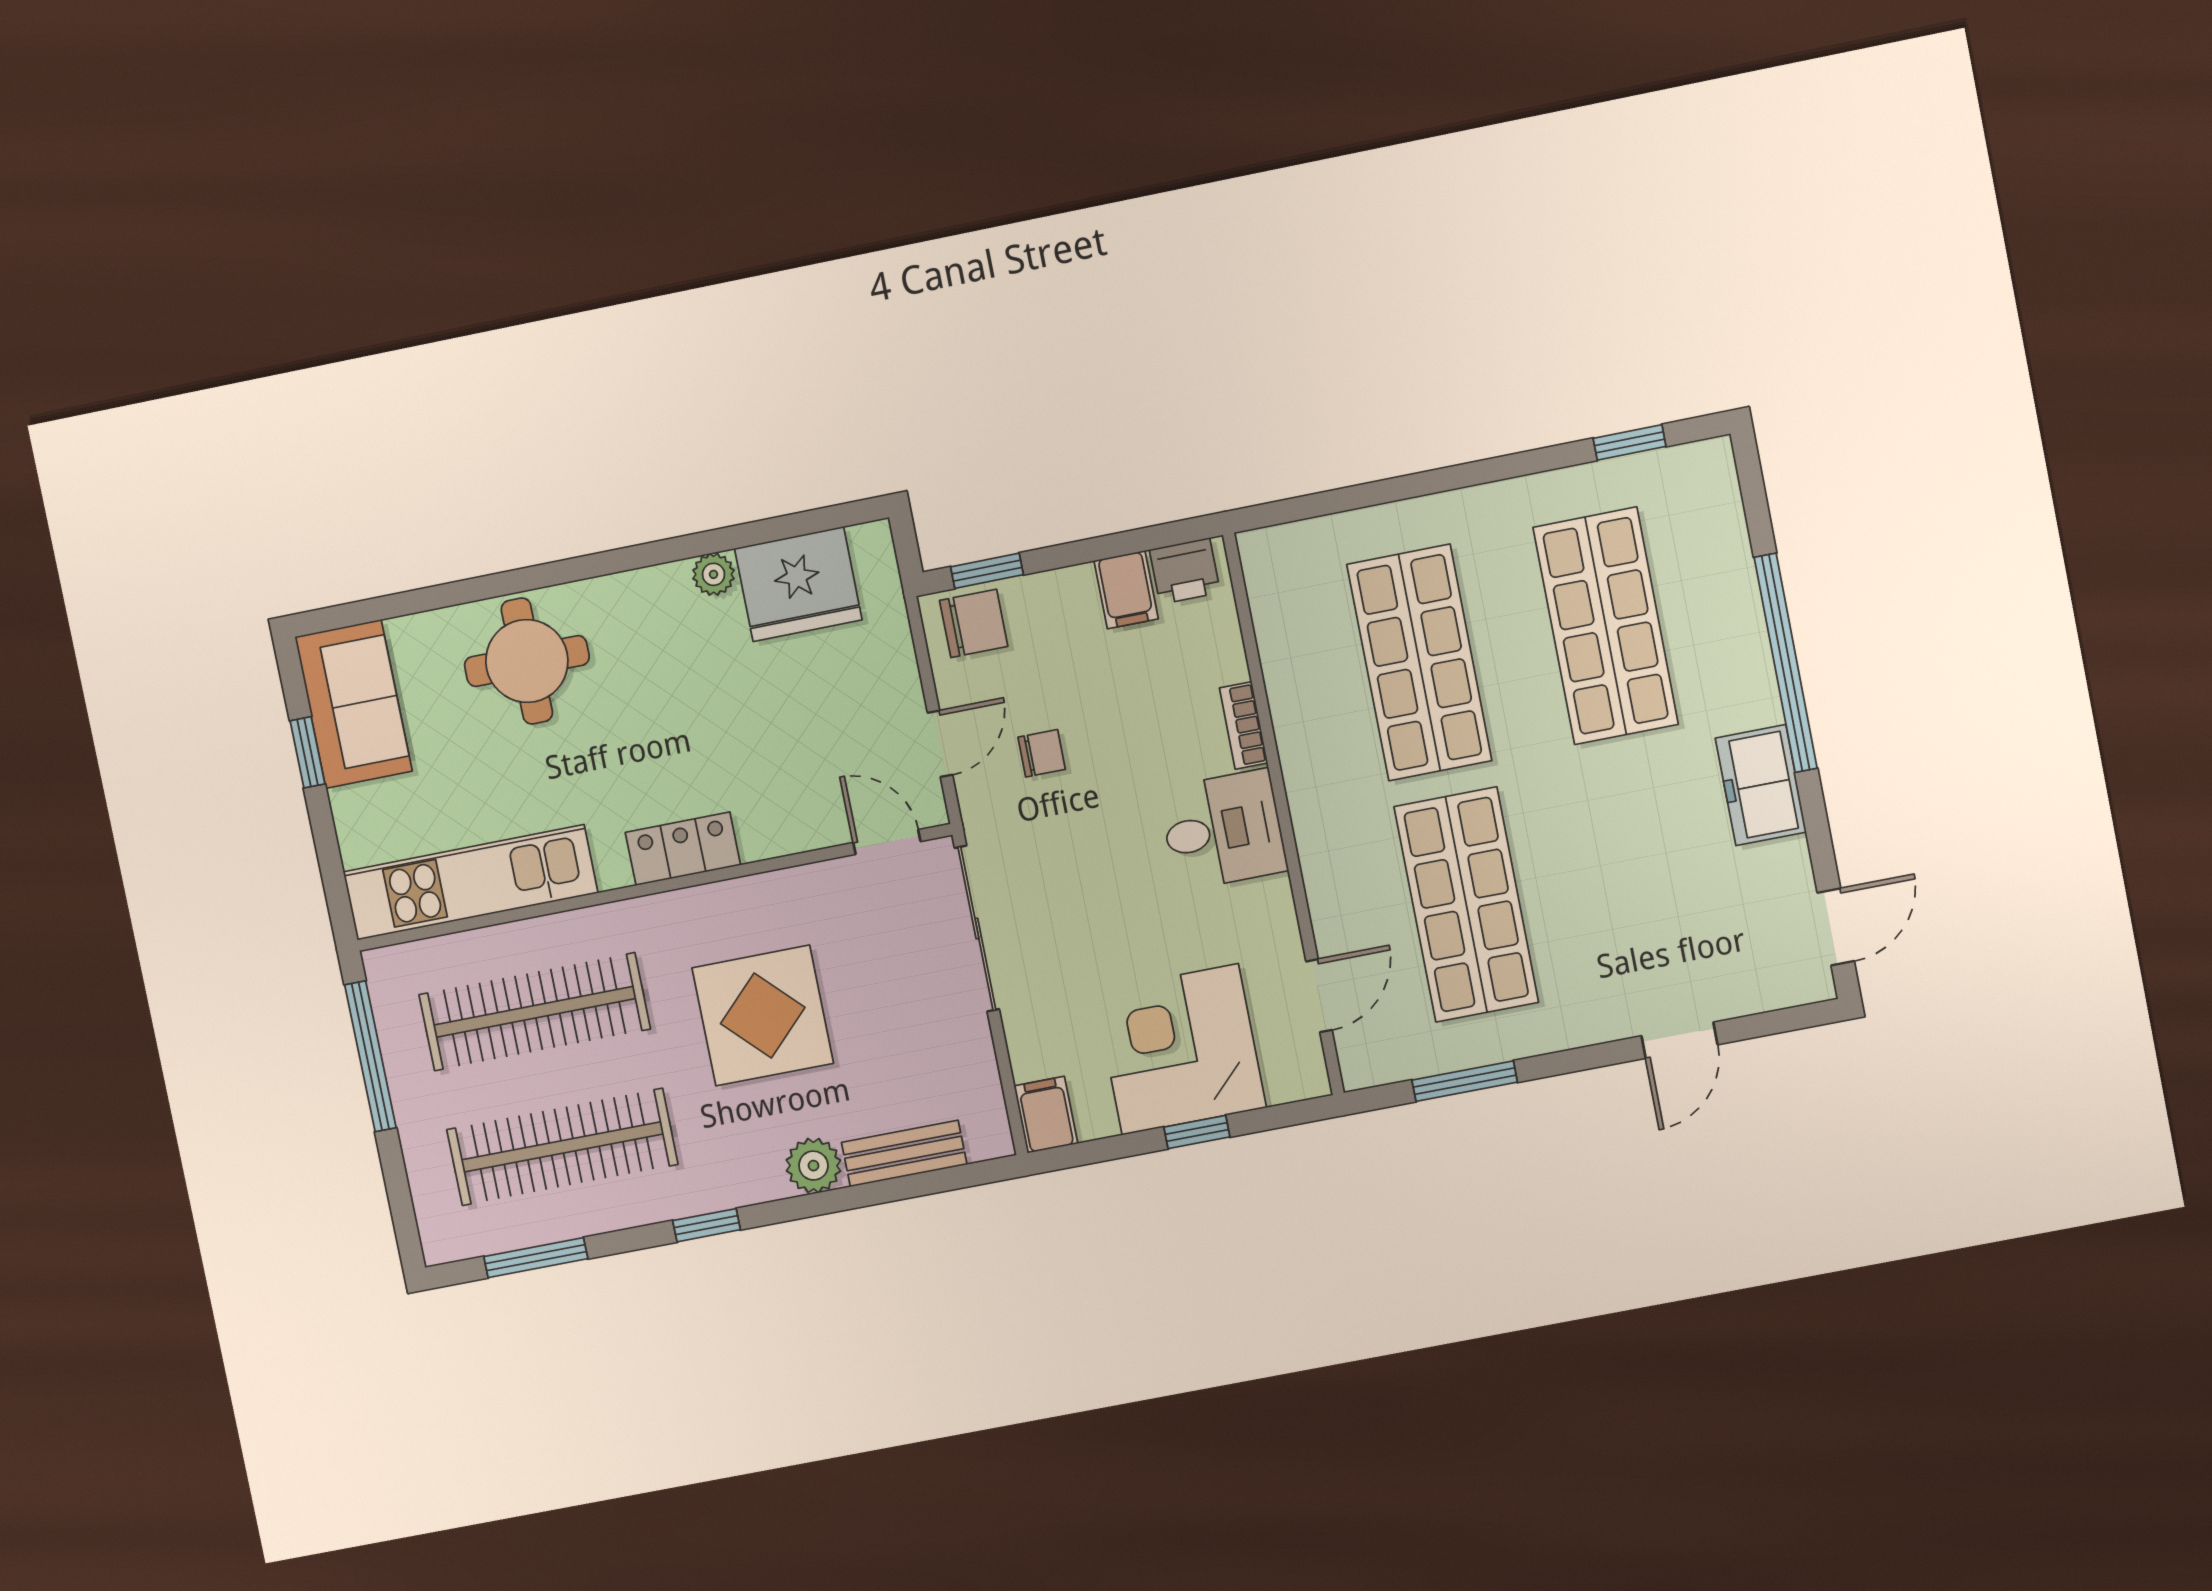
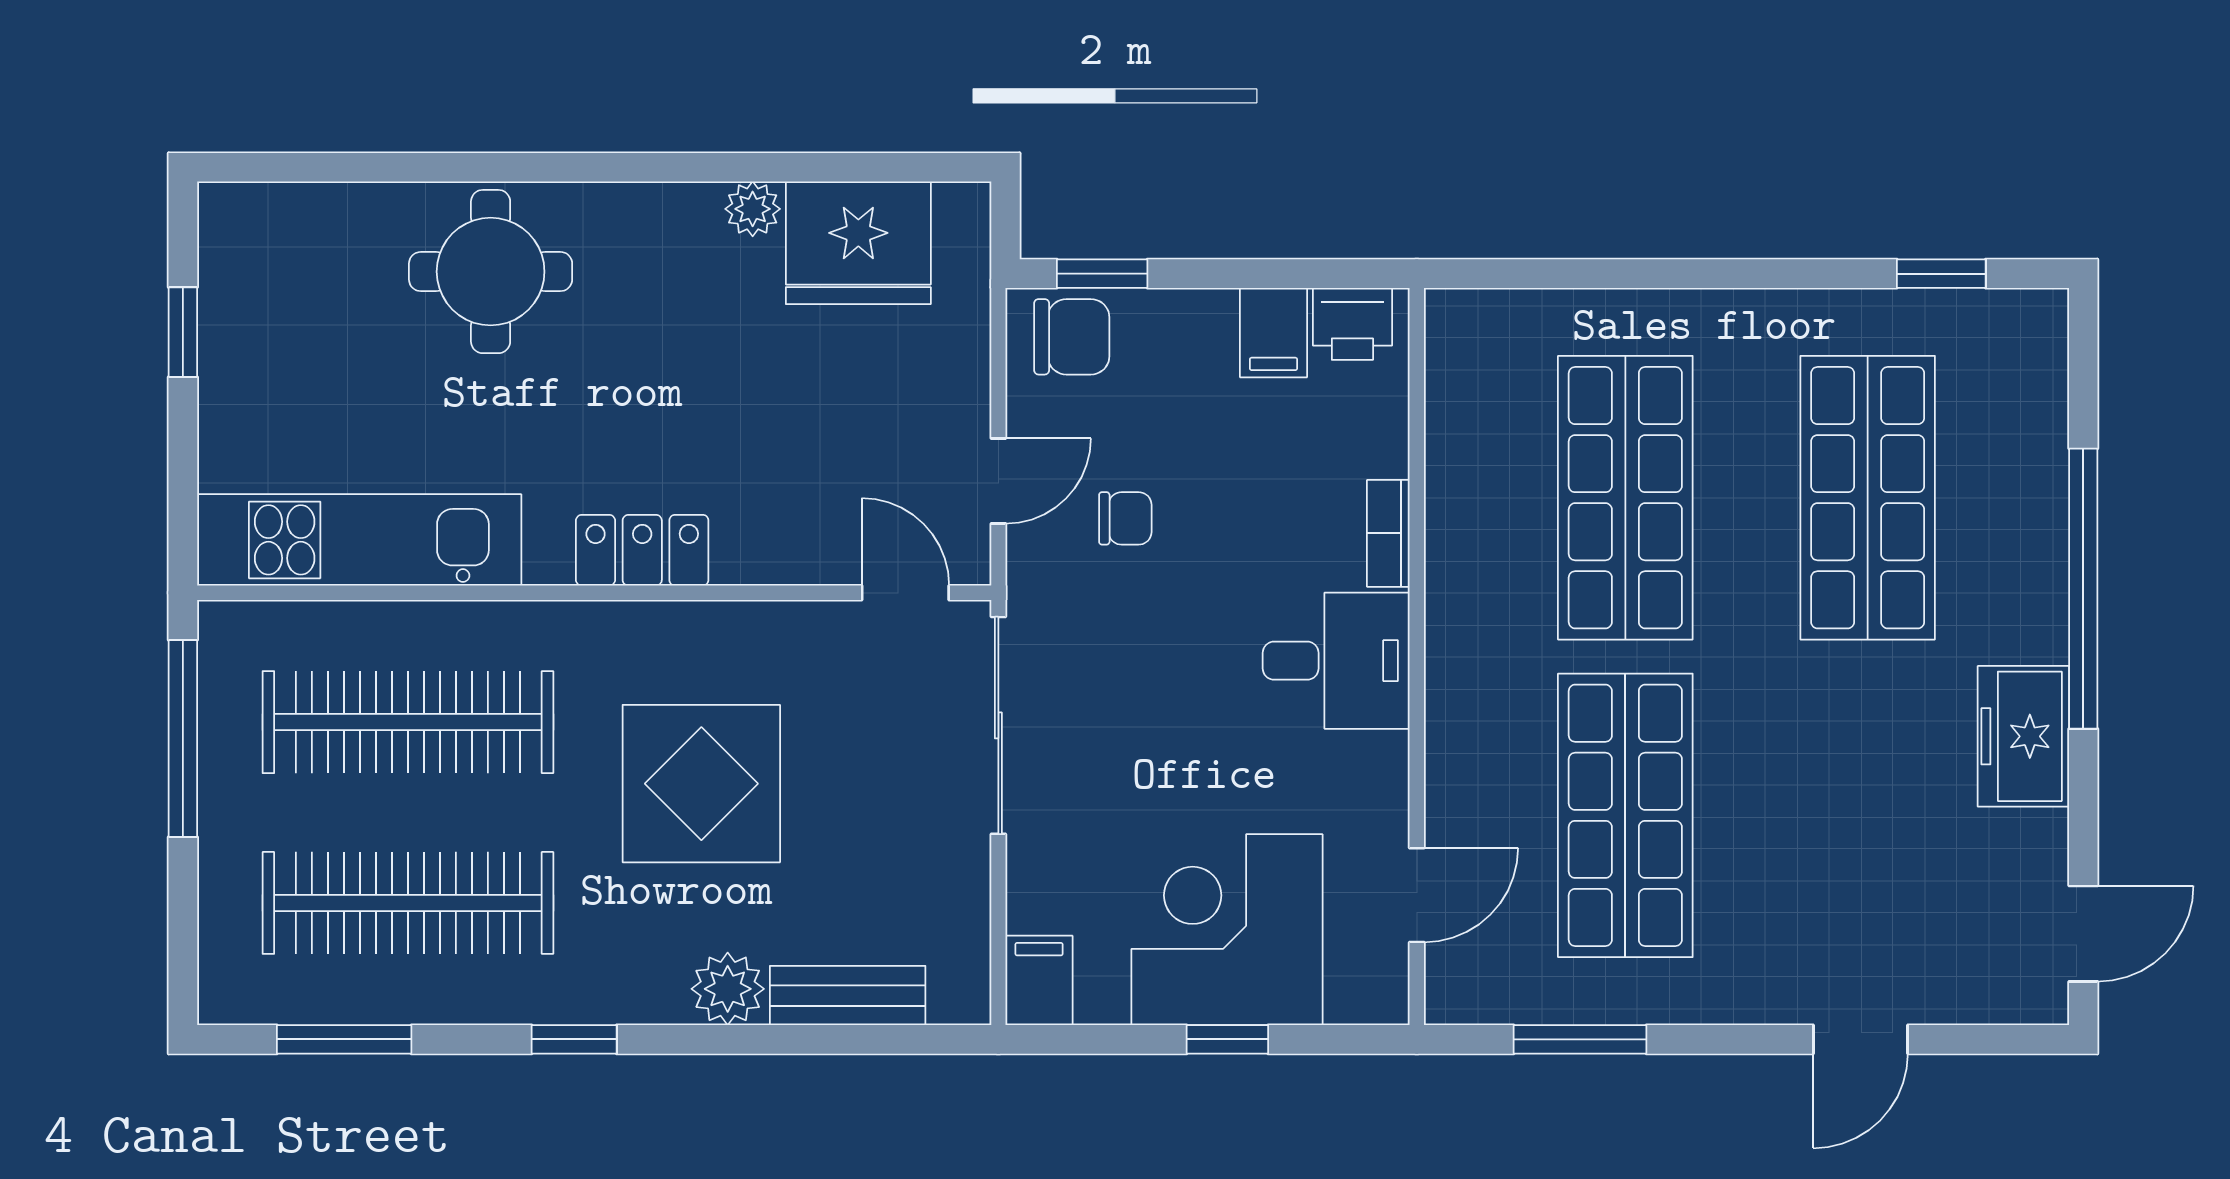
sofa: (353, 704) -> (255, 282), removed

